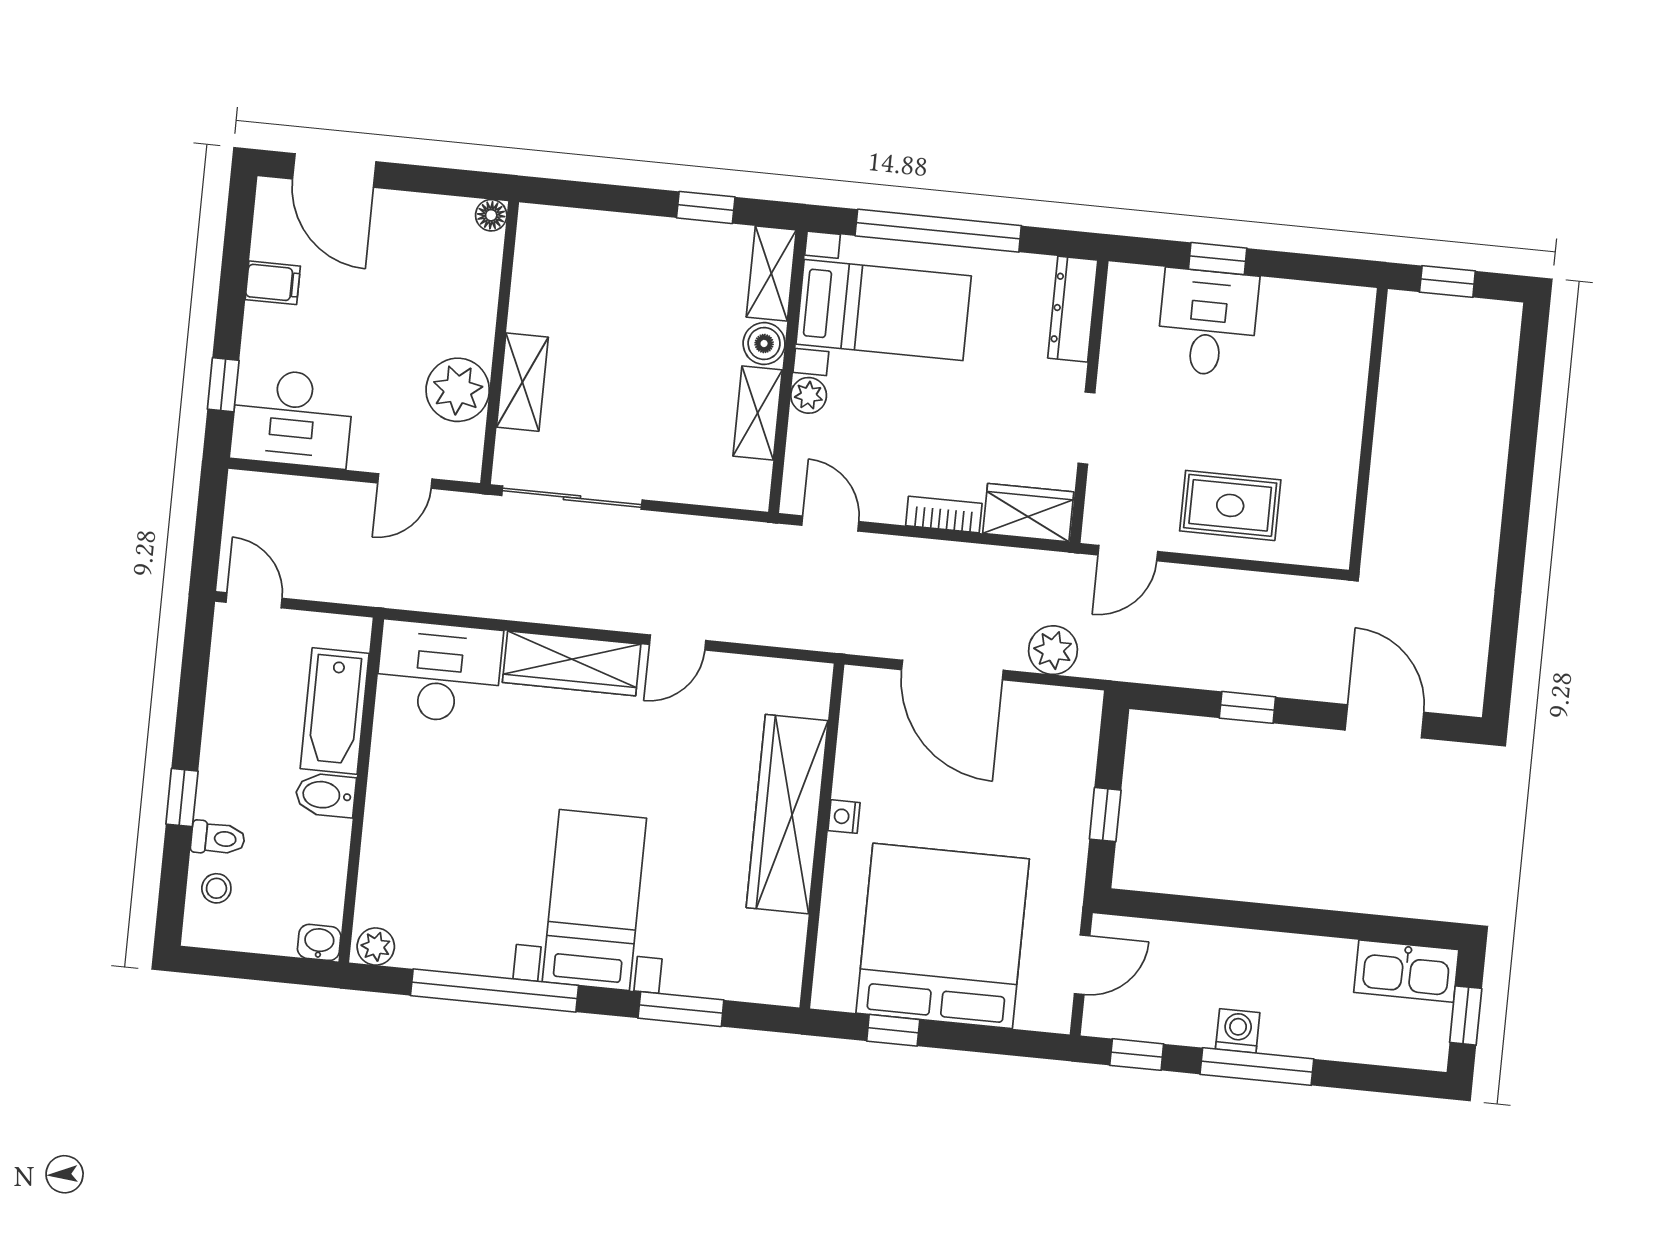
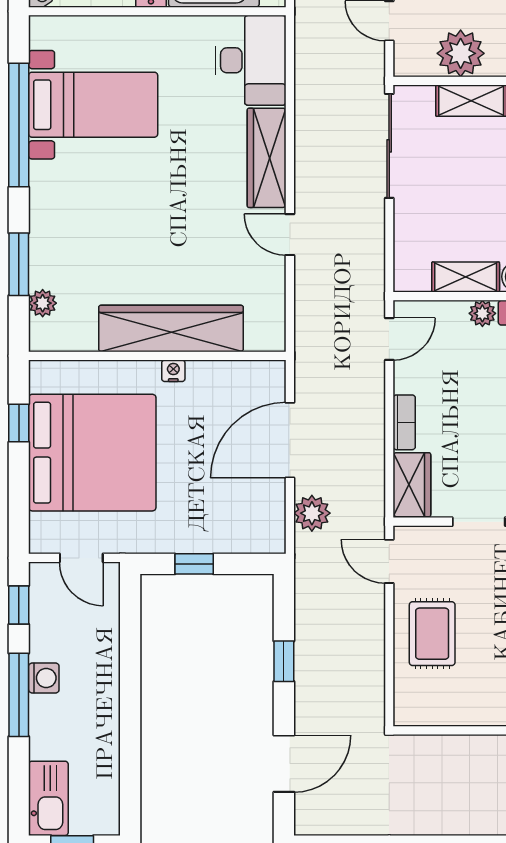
bed with nightstands: (594, 900) -> (93, 105), moved
plant: (376, 947) -> (43, 303), moved
kitchen sink: (1406, 971) -> (48, 798), moved, turned 180

